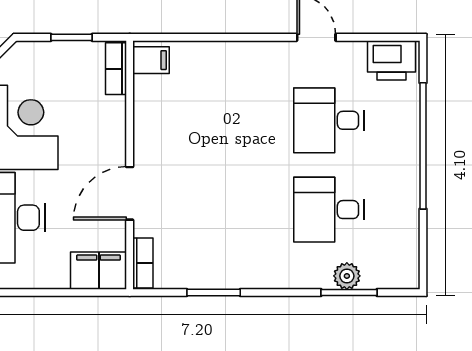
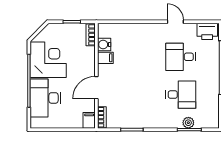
filing cabinet: (151, 60) -> (105, 58), moved
water cooler: (148, 91) -> (104, 45), added
desk: (329, 210) -> (181, 95), turned 180
filing cabinet: (99, 271) -> (89, 120), width x0.50

